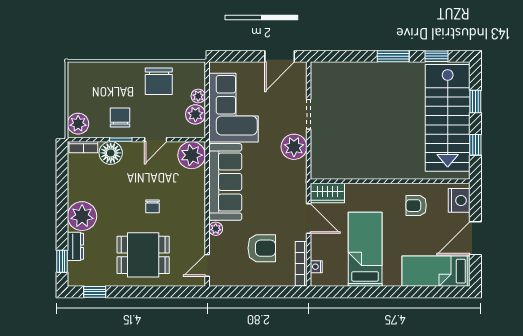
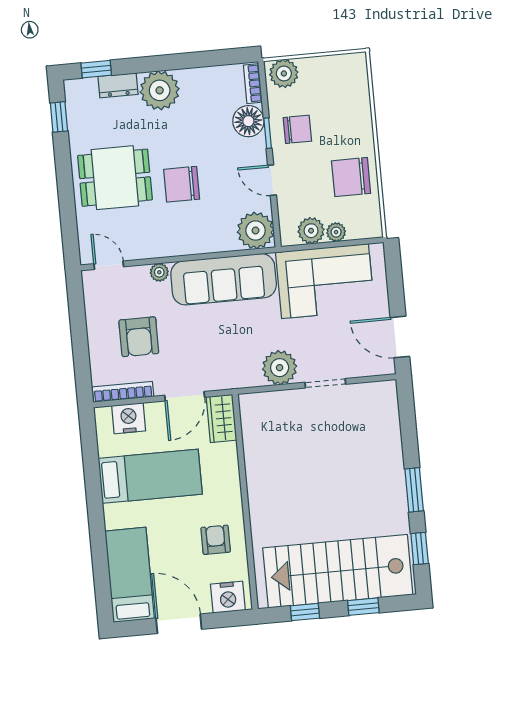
chair: (153, 206) -> (182, 184), width x1.87, depth x1.87
dining table: (143, 255) -> (115, 178), turned 90
nightstand: (316, 267) -> (129, 418), width x1.89, depth x1.79

